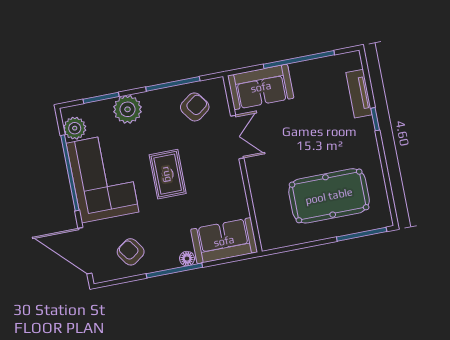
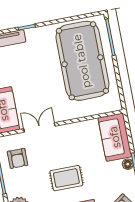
armchair: (195, 107) -> (18, 158), turned -144
pool table: (329, 196) -> (82, 61), width x1.36, depth x1.32

